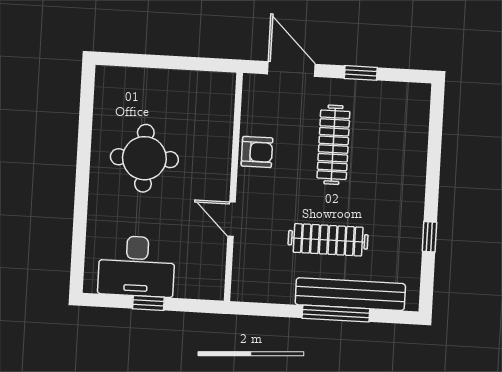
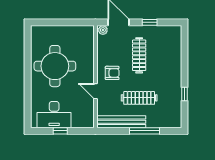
plant: (256, 84) -> (103, 30), added
armchair: (257, 152) -> (112, 73), moved
round table: (144, 158) -> (55, 66), width x1.36, depth x1.36
bench: (350, 294) -> (121, 122), moved

